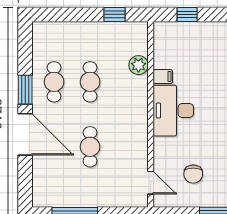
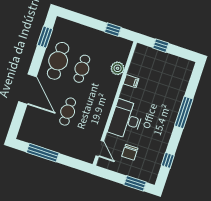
cafe table: (54, 82) -> (58, 61), width x1.37, depth x1.35
window: (25, 90) -> (45, 37), moved
desk: (173, 111) -> (126, 119), moved

